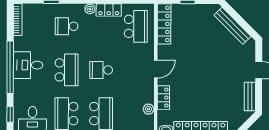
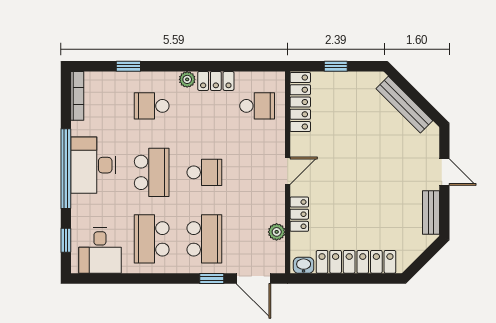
school desk: (136, 26) -> (257, 106), width x0.54
desk: (28, 65) -> (93, 165), width x1.37
school desk: (101, 70) -> (204, 172), turned 180

